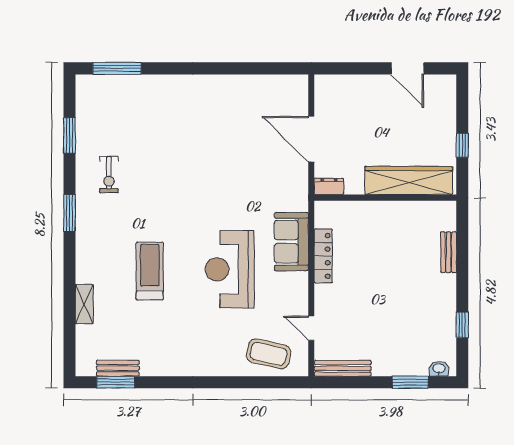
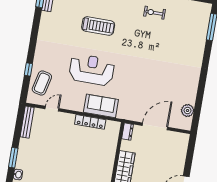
plant: (273, 86) -> (188, 110), added
window: (248, 382) -> (28, 69), added

